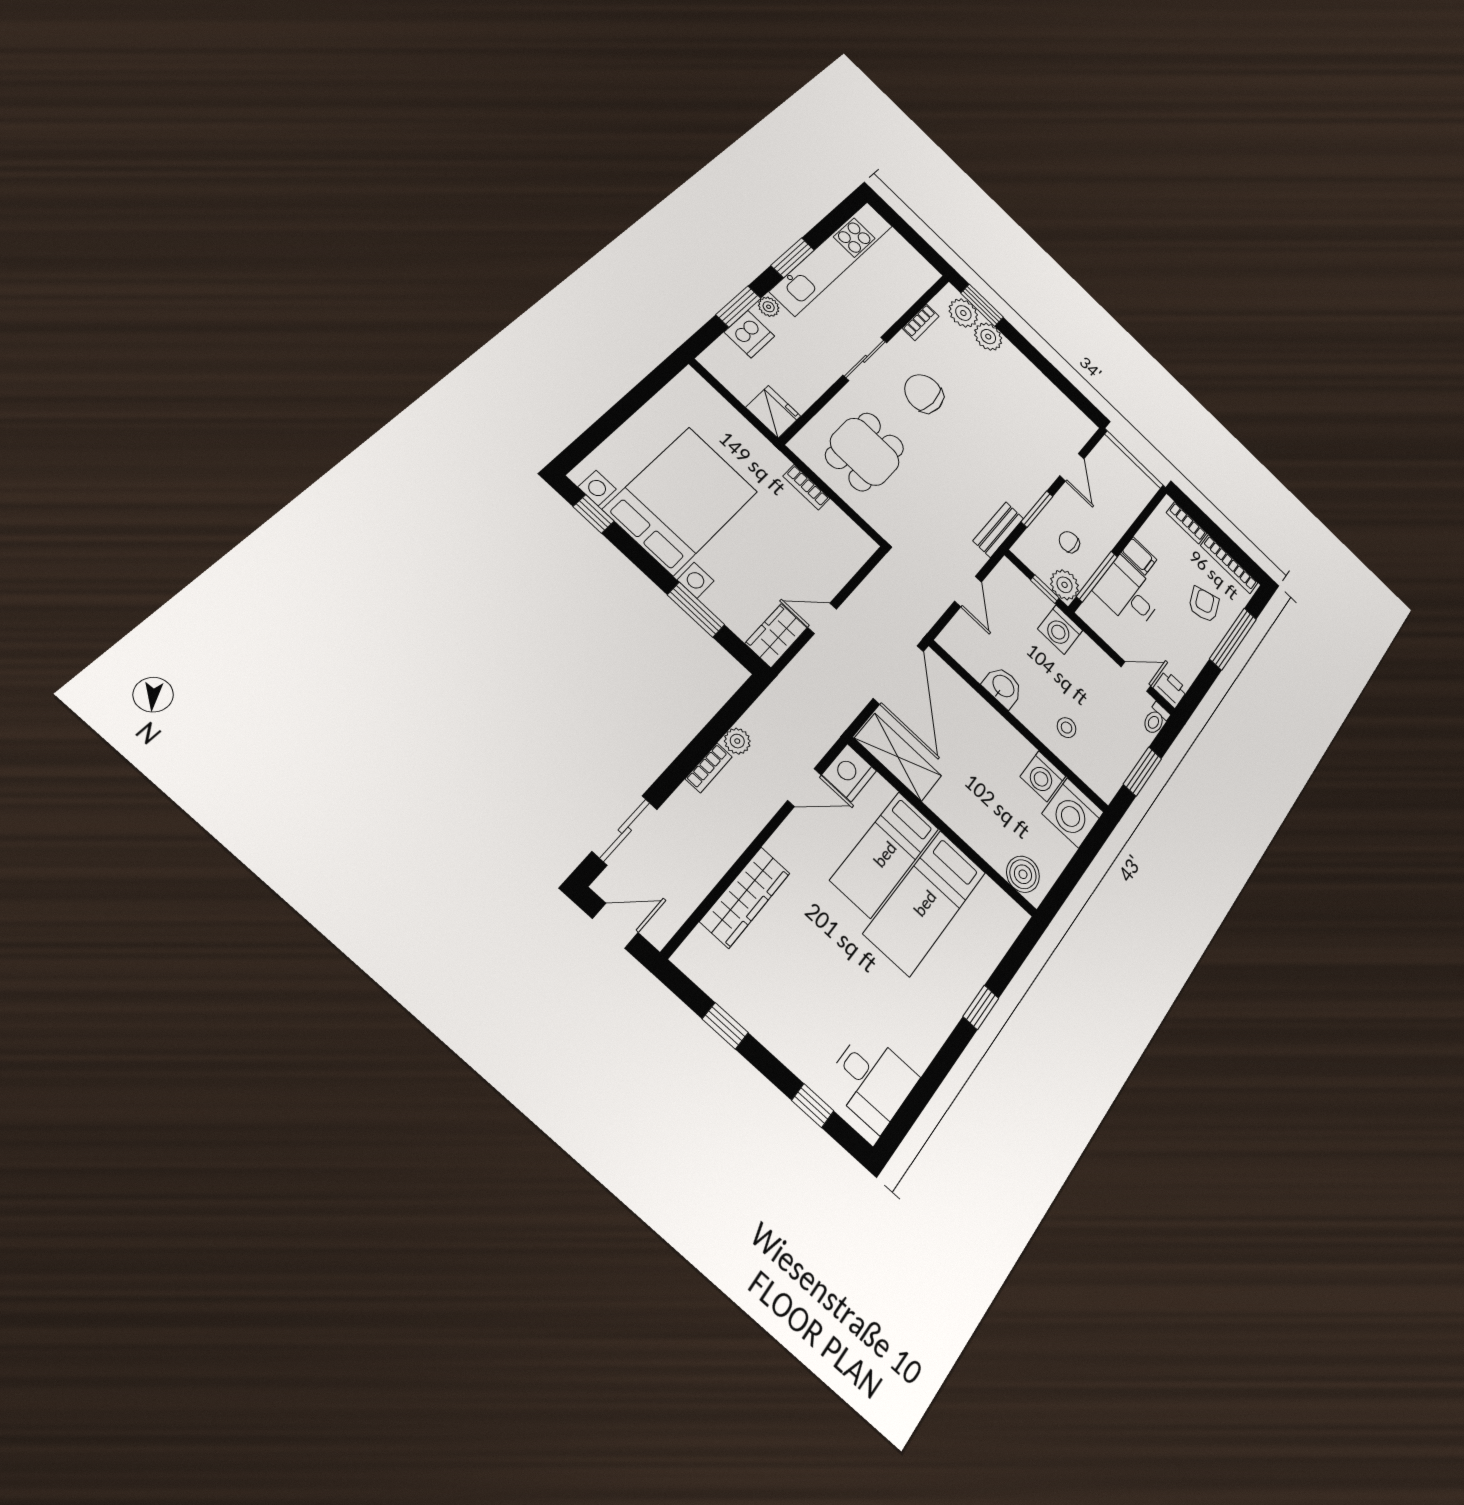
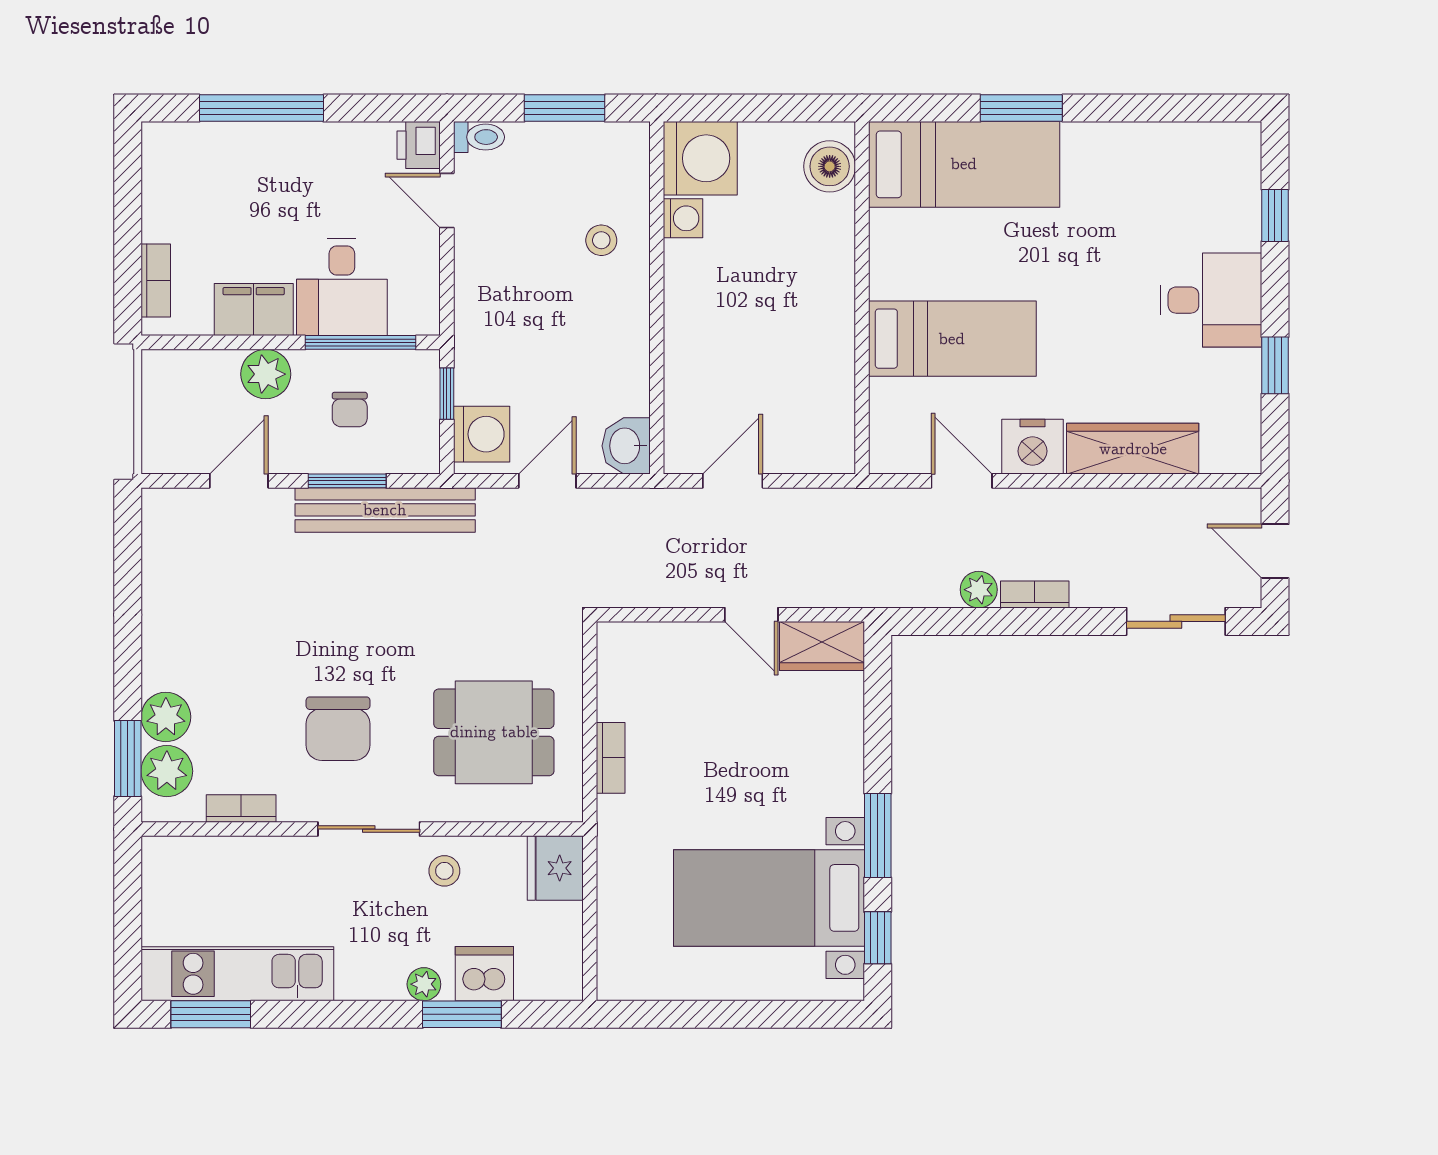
window: (793, 258) -> (211, 1014), moved
kitchen unit: (832, 258) -> (237, 974), width x0.73
stool: (816, 368) -> (444, 871), added
bed with nightstands: (681, 500) -> (769, 898), width x0.73
bench: (998, 530) -> (385, 510), width x1.86, depth x1.21
filing cabinet: (1139, 556) -> (254, 310), width x2.00
bookcase: (1229, 564) -> (156, 184), removed
plant: (1065, 585) -> (266, 374), moved
armchair: (1204, 605) -> (253, 179), removed
window: (696, 610) -> (878, 835), moved
washing machine: (1060, 630) -> (482, 434), moved
door: (899, 675) -> (733, 481), width x0.53
washbasin: (1003, 687) -> (626, 446), moved
shelving: (898, 757) -> (830, 408), removed
nightstand: (849, 773) -> (1032, 447), moved
washing machine: (1043, 776) -> (683, 218), width x0.73, depth x0.73
bed: (925, 903) -> (964, 164), moved
window: (981, 1007) -> (1021, 108), width x1.50
desk: (872, 1080) -> (1211, 300), moved, turned 90

